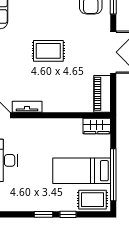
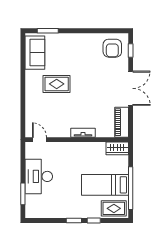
rug: (48, 51) -> (57, 84), moved
tv unit: (27, 107) -> (83, 133), moved

